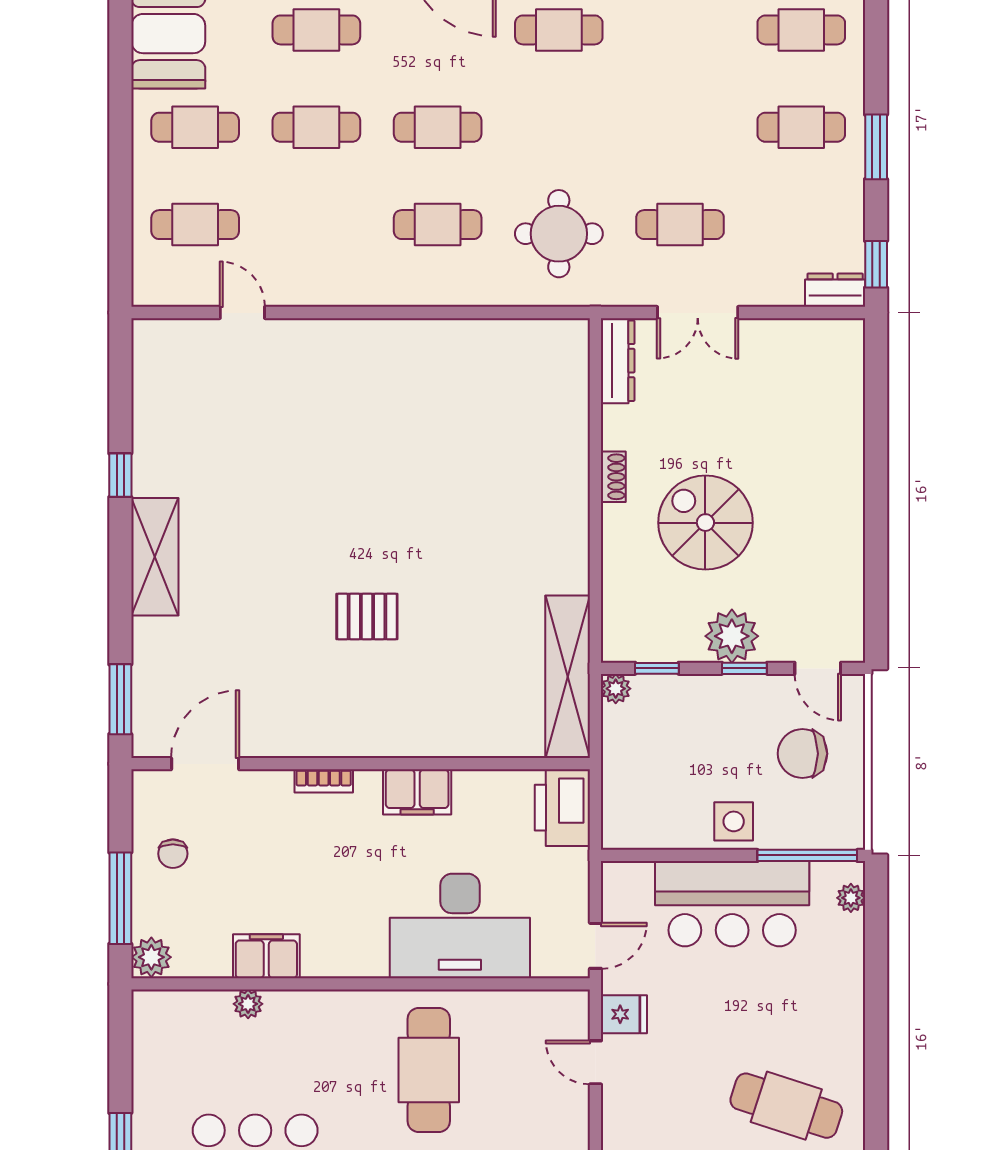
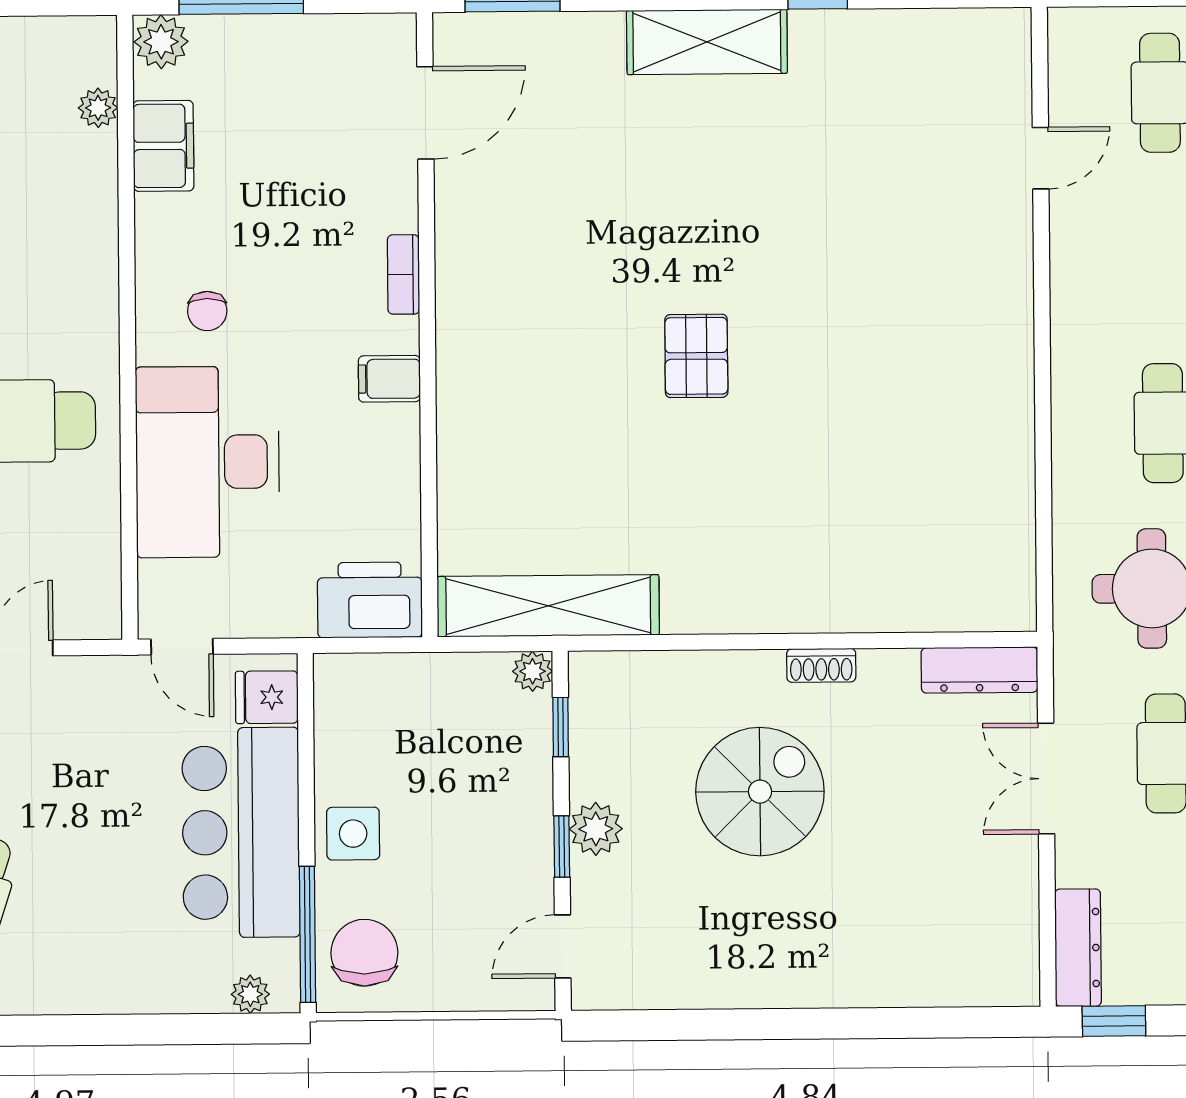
dresser: (835, 290) -> (1078, 948), width x1.44
pallet: (367, 617) -> (696, 356), moved
plant: (732, 636) -> (596, 829), width x0.73, depth x0.73
chair: (802, 754) -> (364, 953), moved
door: (205, 764) -> (425, 113), hinge flipped
filing cabinet: (417, 792) -> (389, 379), width x0.50
chair: (173, 854) -> (207, 311), moved, turned -90
filing cabinet: (266, 956) -> (163, 146), moved
plant: (248, 1004) -> (98, 108), moved
fridge: (624, 1014) -> (267, 697), moved, turned 90

